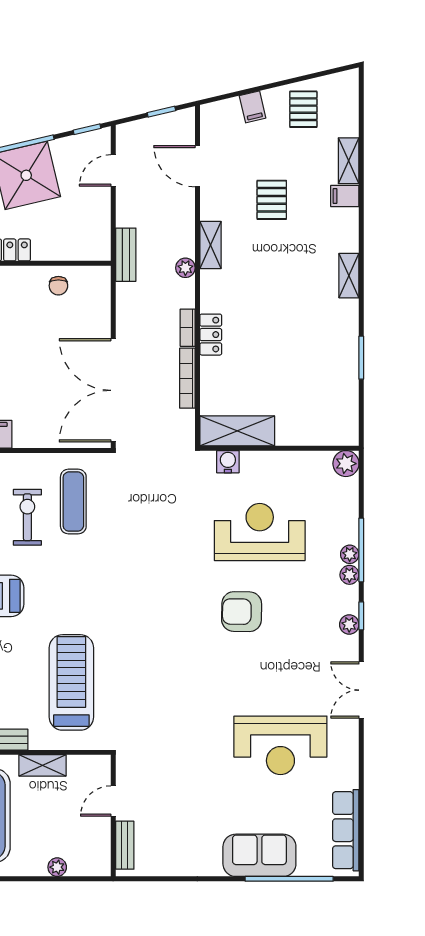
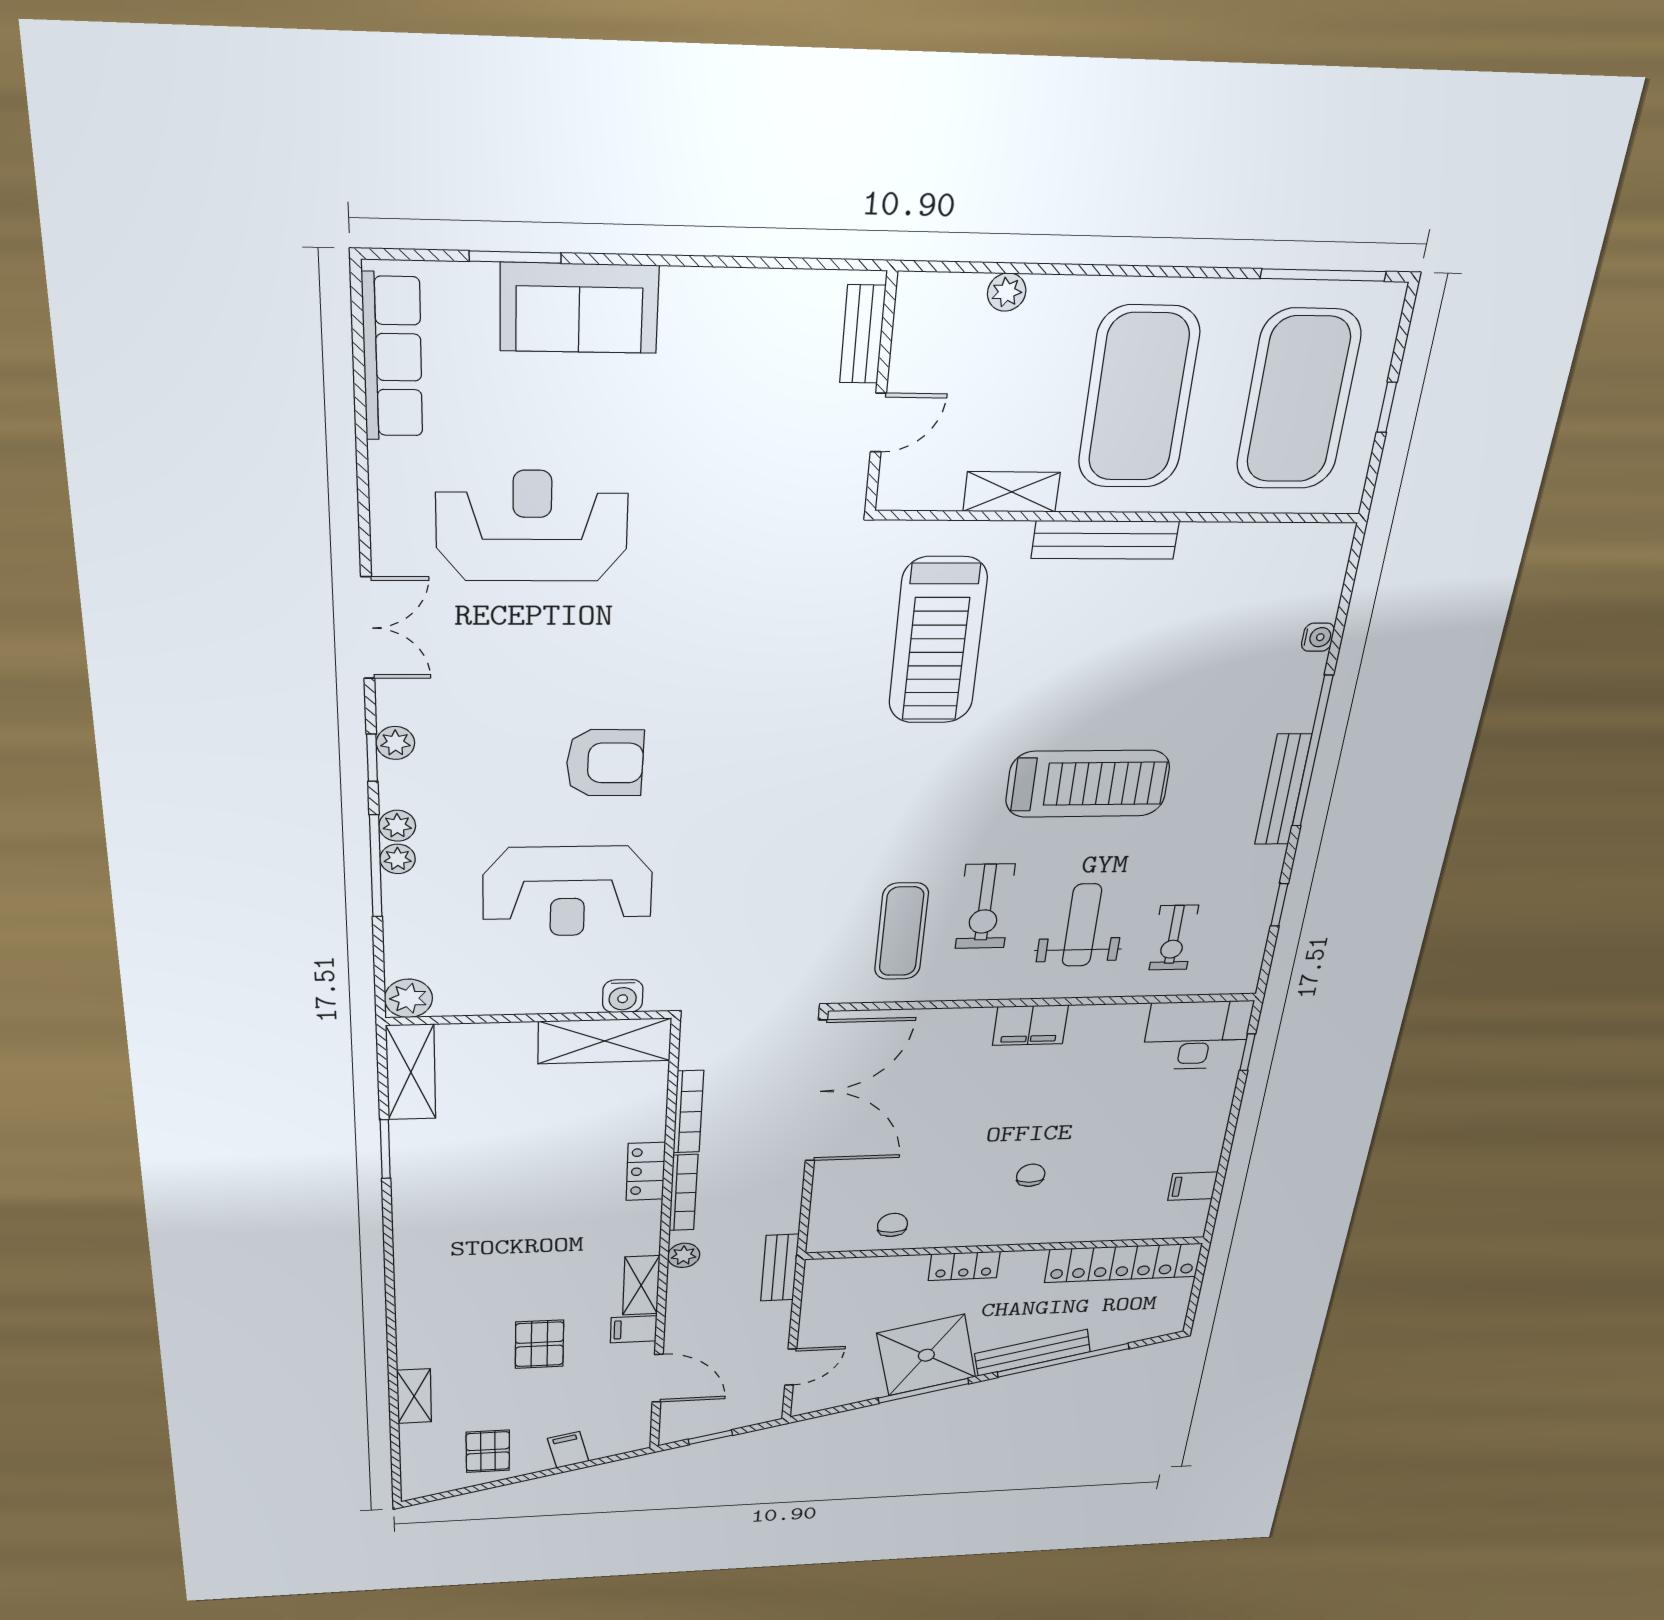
window: (87, 129) -> (827, 1412), removed
filing cabinet: (345, 196) -> (634, 1329), moved, turned 180
shelving: (349, 276) -> (411, 1072), moved, width x1.50, depth x1.33
bookcase: (188, 328) -> (683, 1193), width x1.56
window: (289, 879) -> (515, 257), width x0.47

